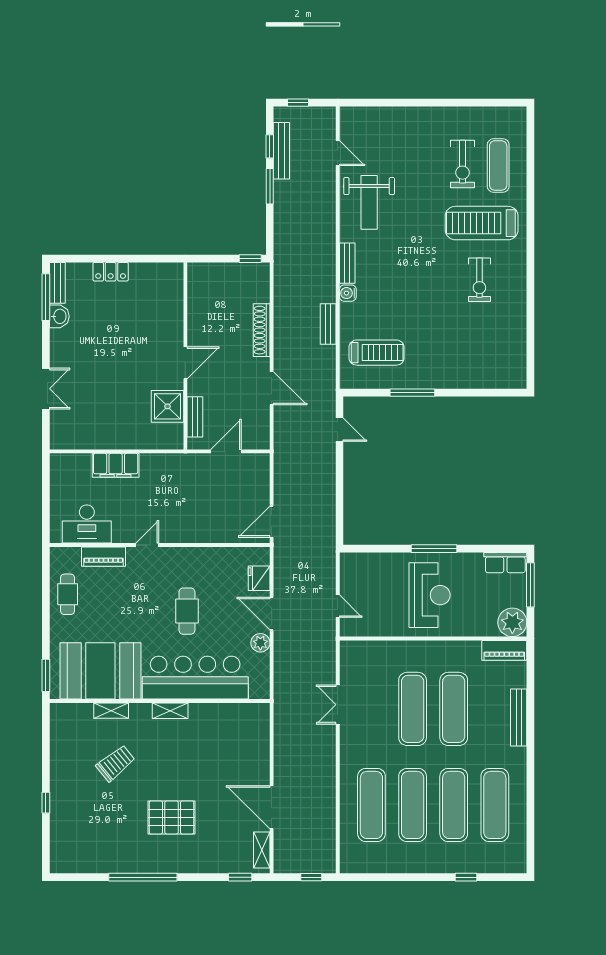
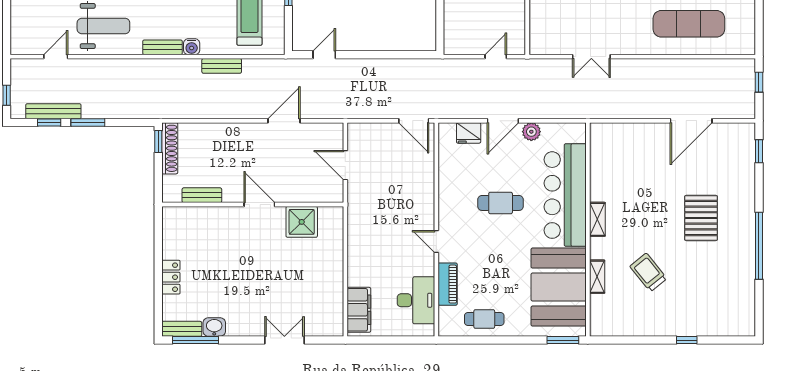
shoe rack: (262, 330) -> (170, 148), moved, turned -90
bench: (195, 417) -> (202, 195), moved
filing cabinet: (116, 465) -> (359, 310), moved
shelving: (262, 850) -> (733, 130), removed

